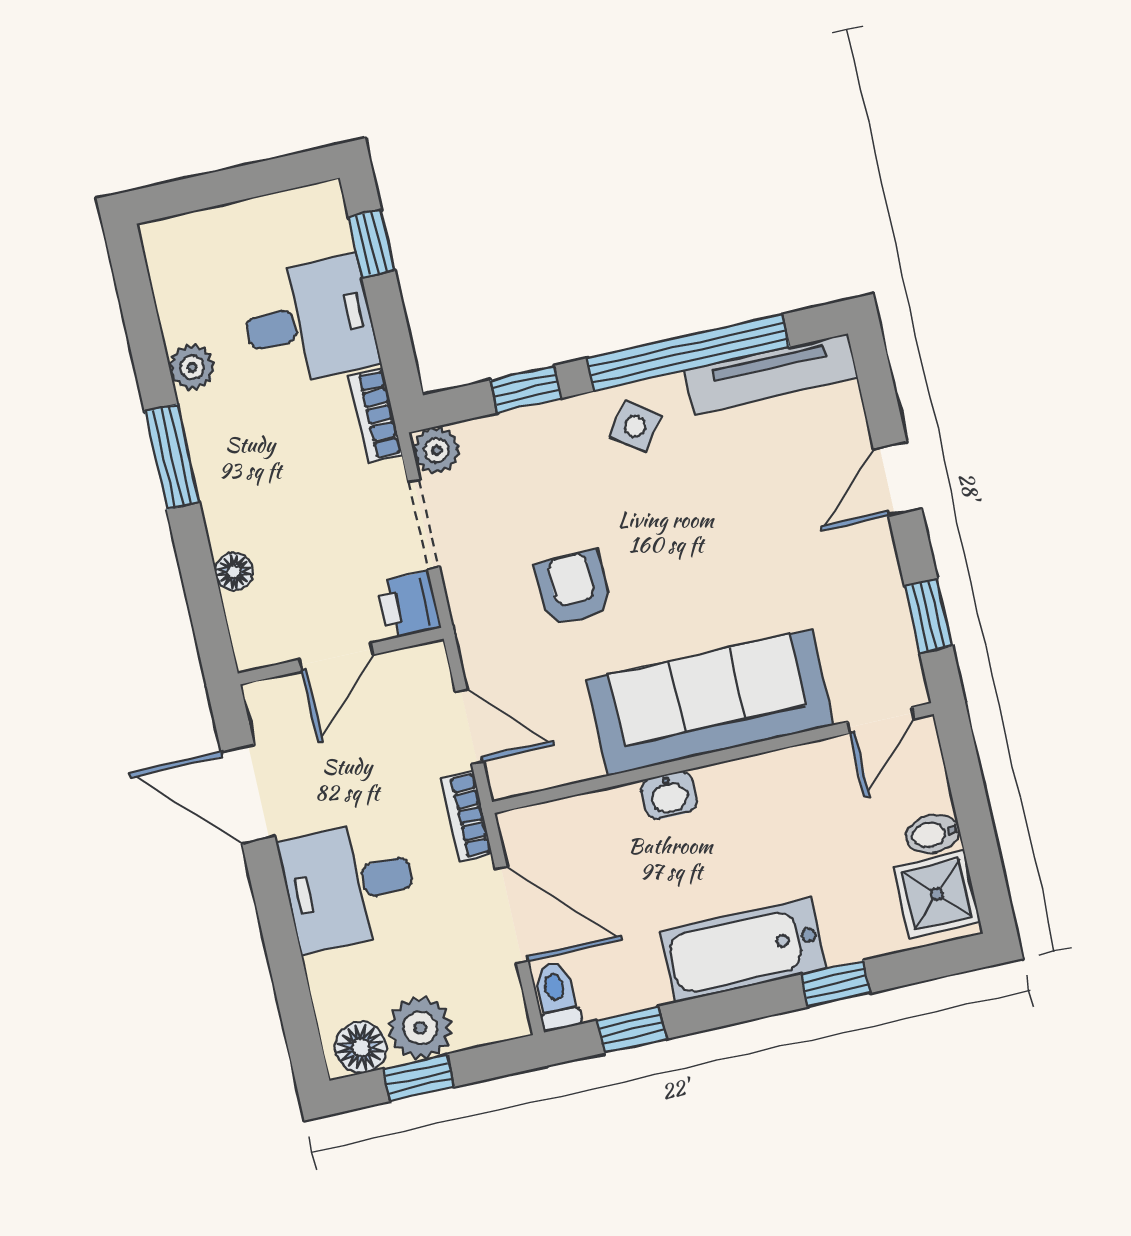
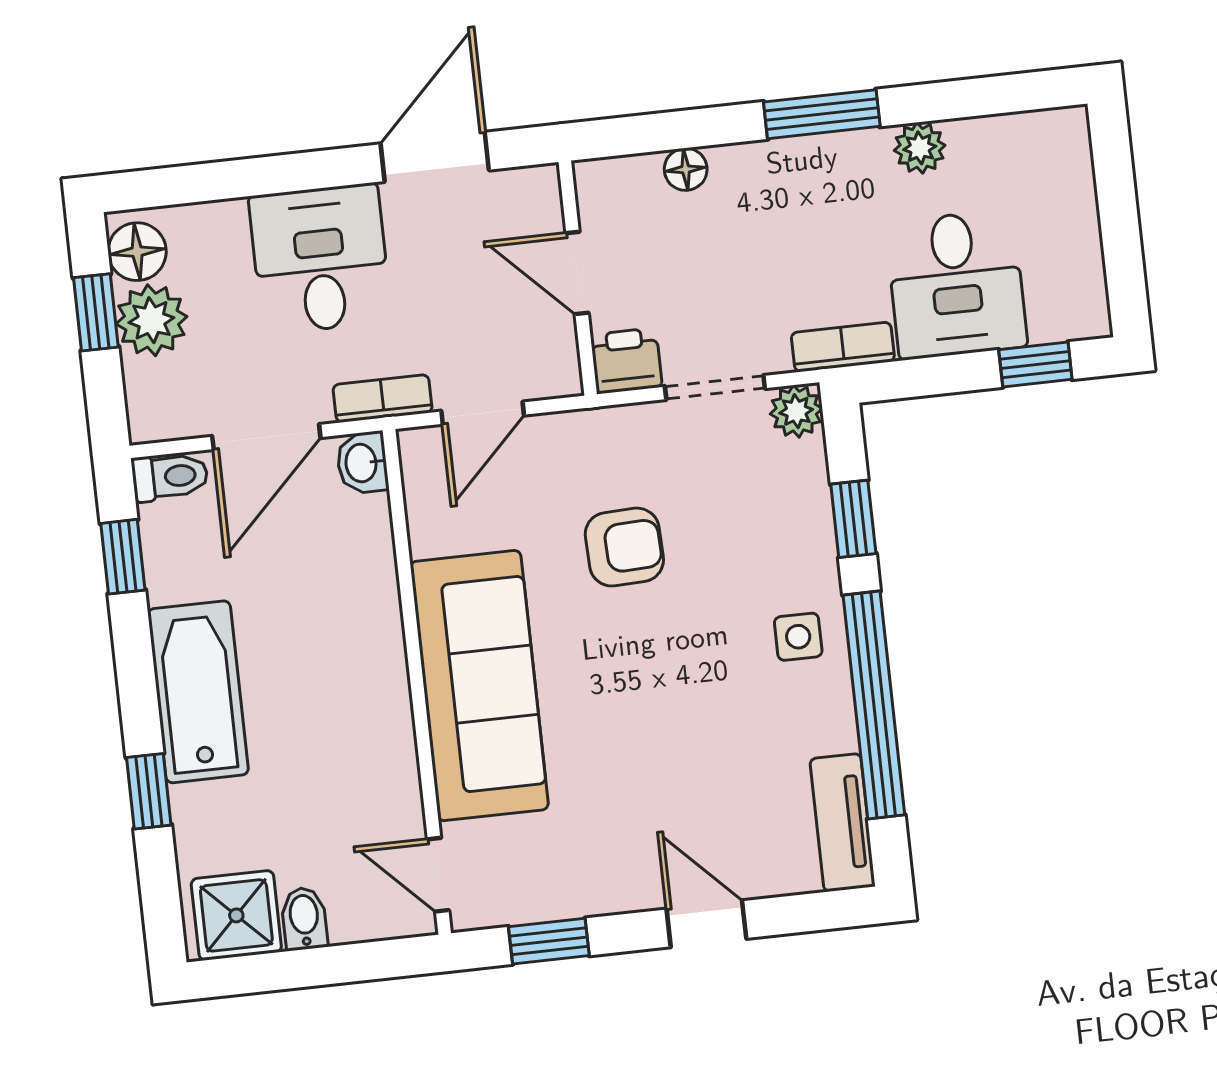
tv unit: (771, 374) -> (842, 823), width x0.71
side table: (635, 426) -> (798, 637), turned -37
washbasin: (669, 795) -> (362, 463), moved

